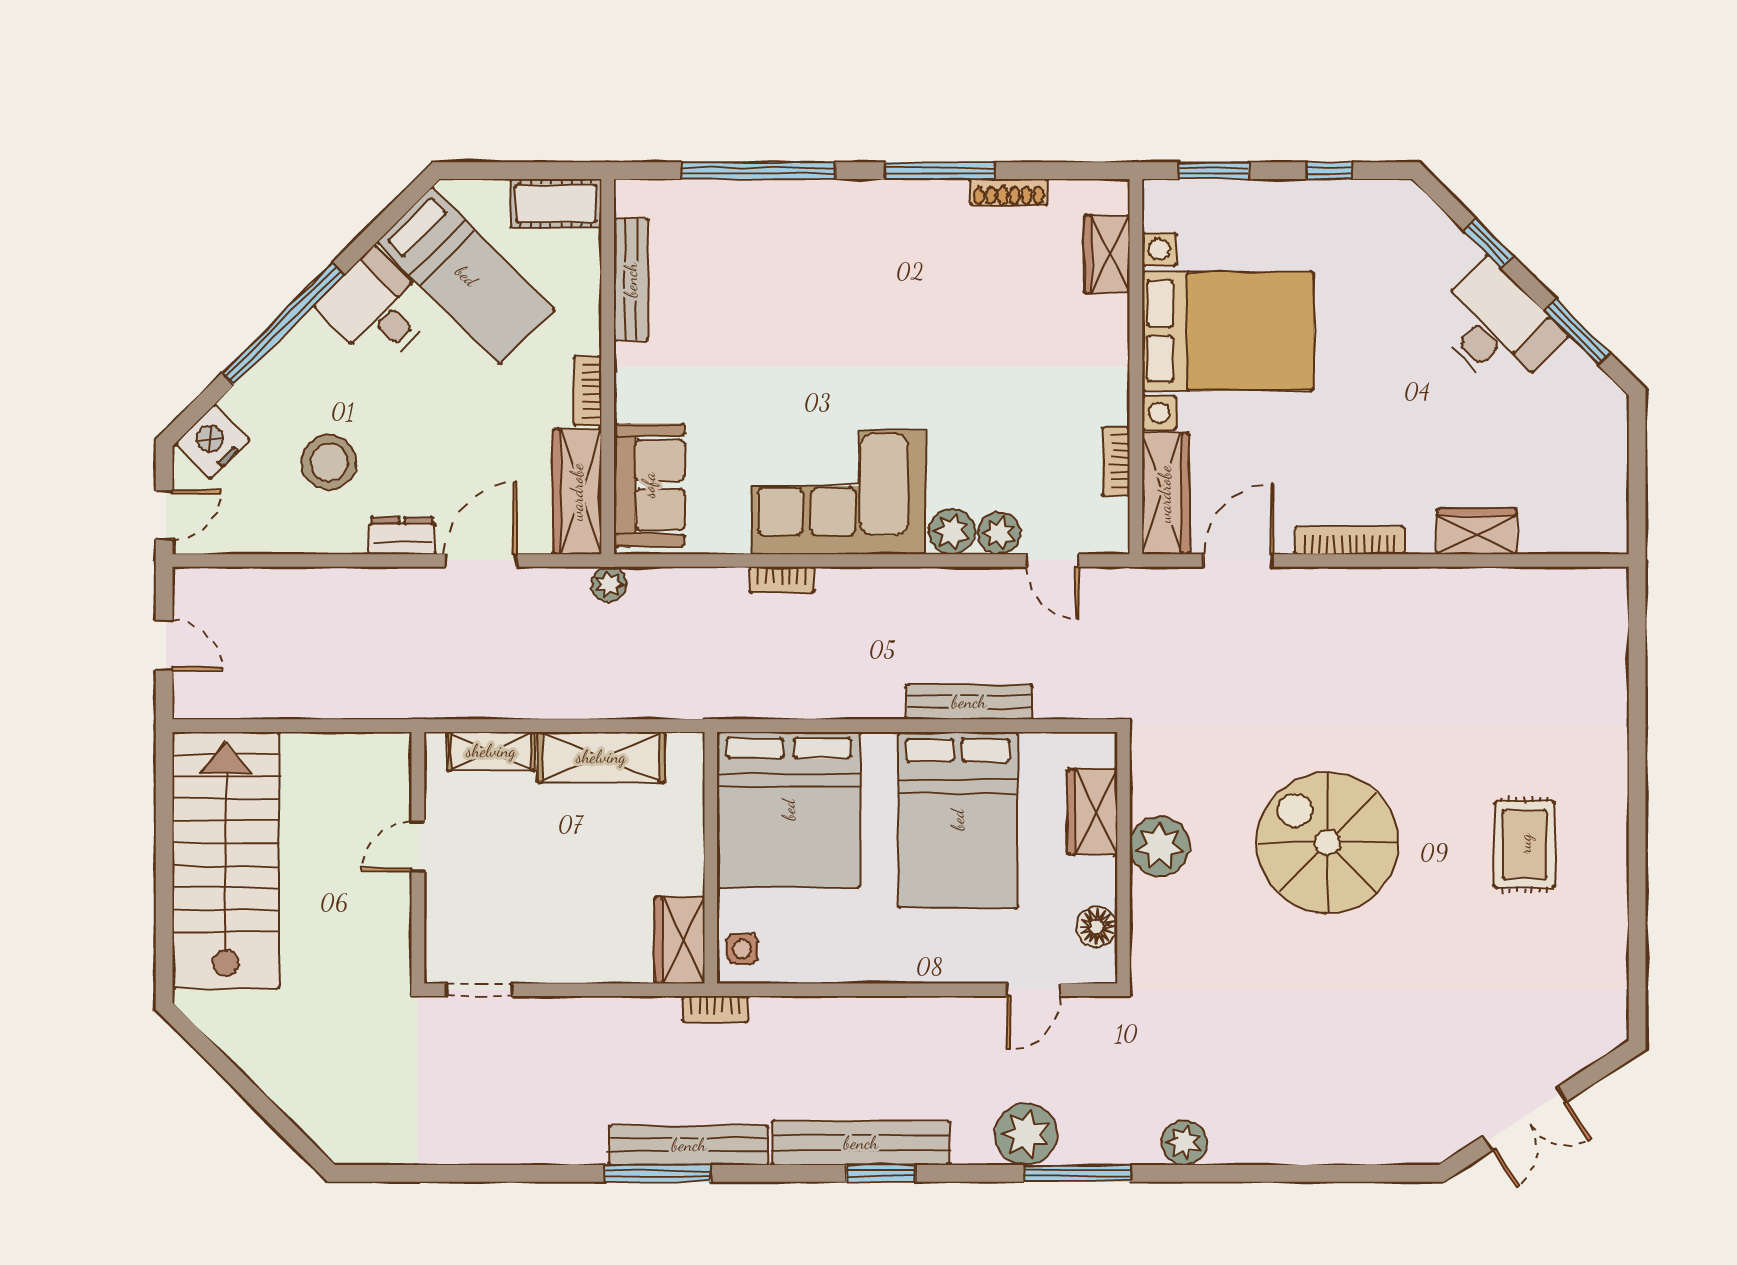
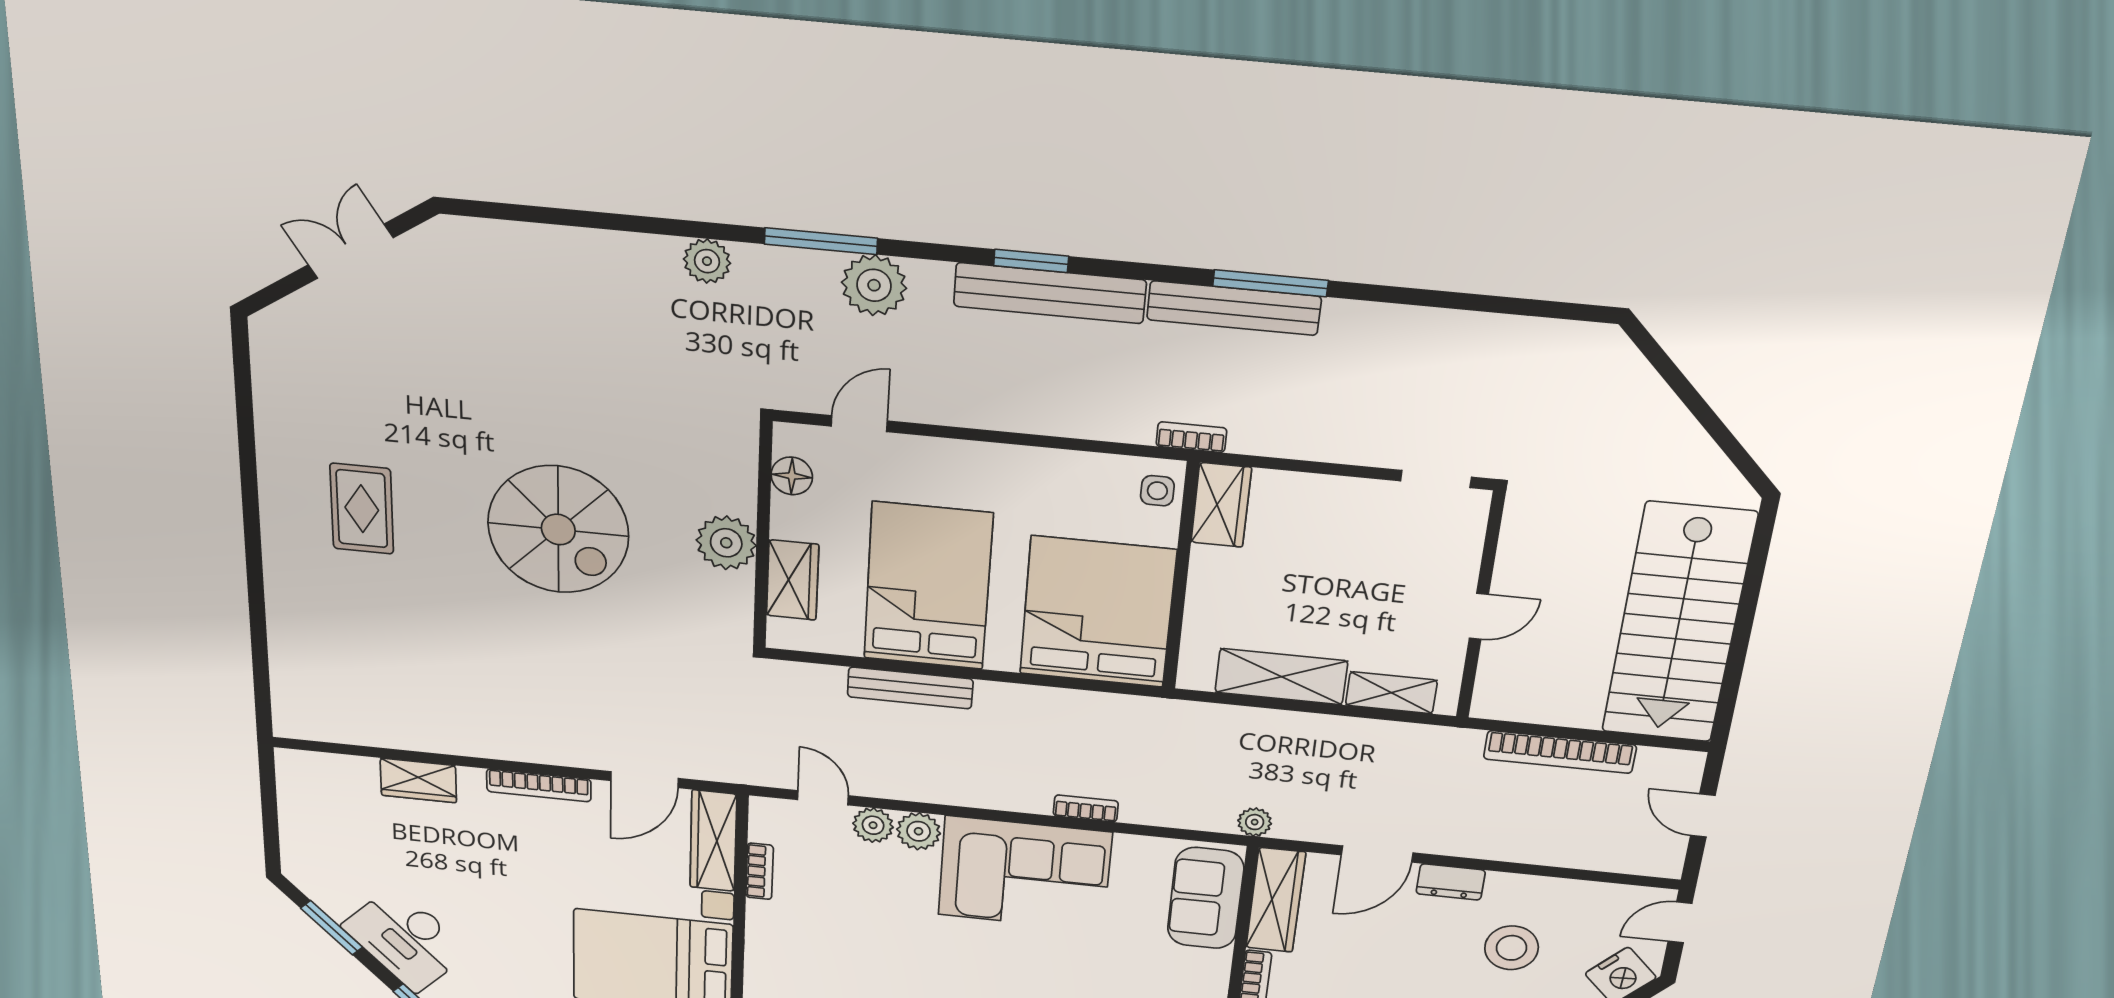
bookcase: (316, 703) -> (1560, 752), added

